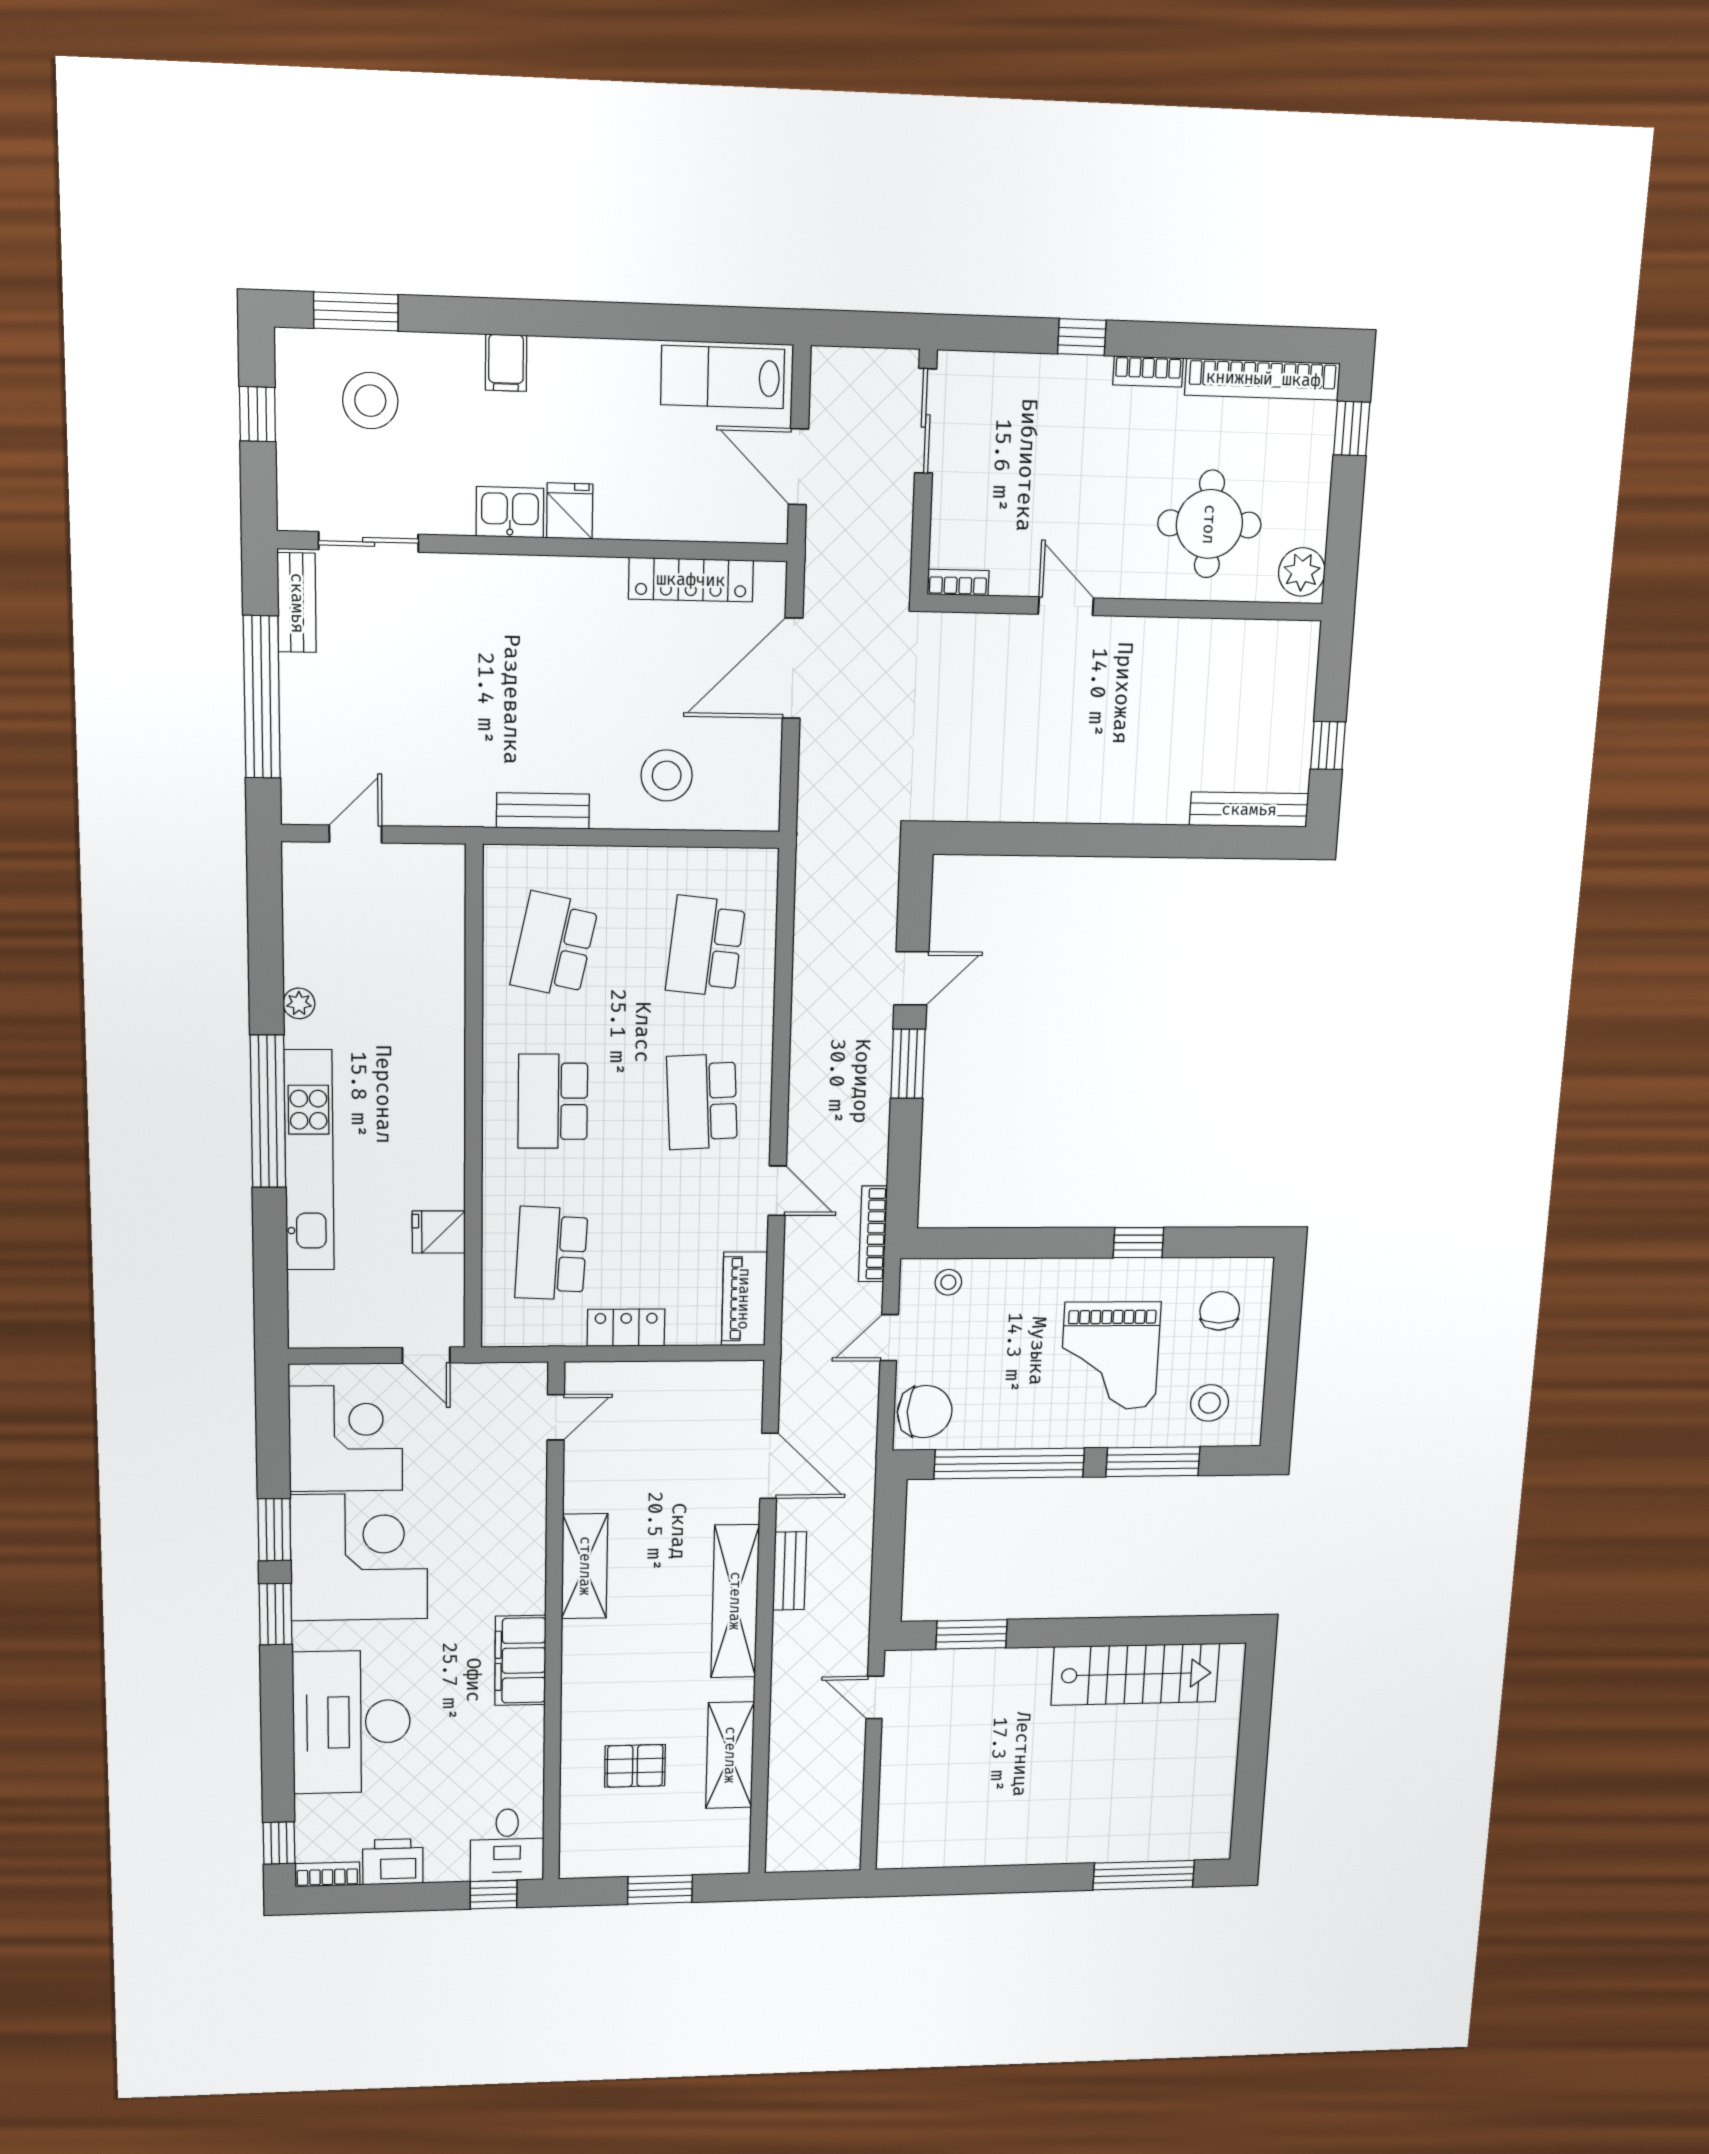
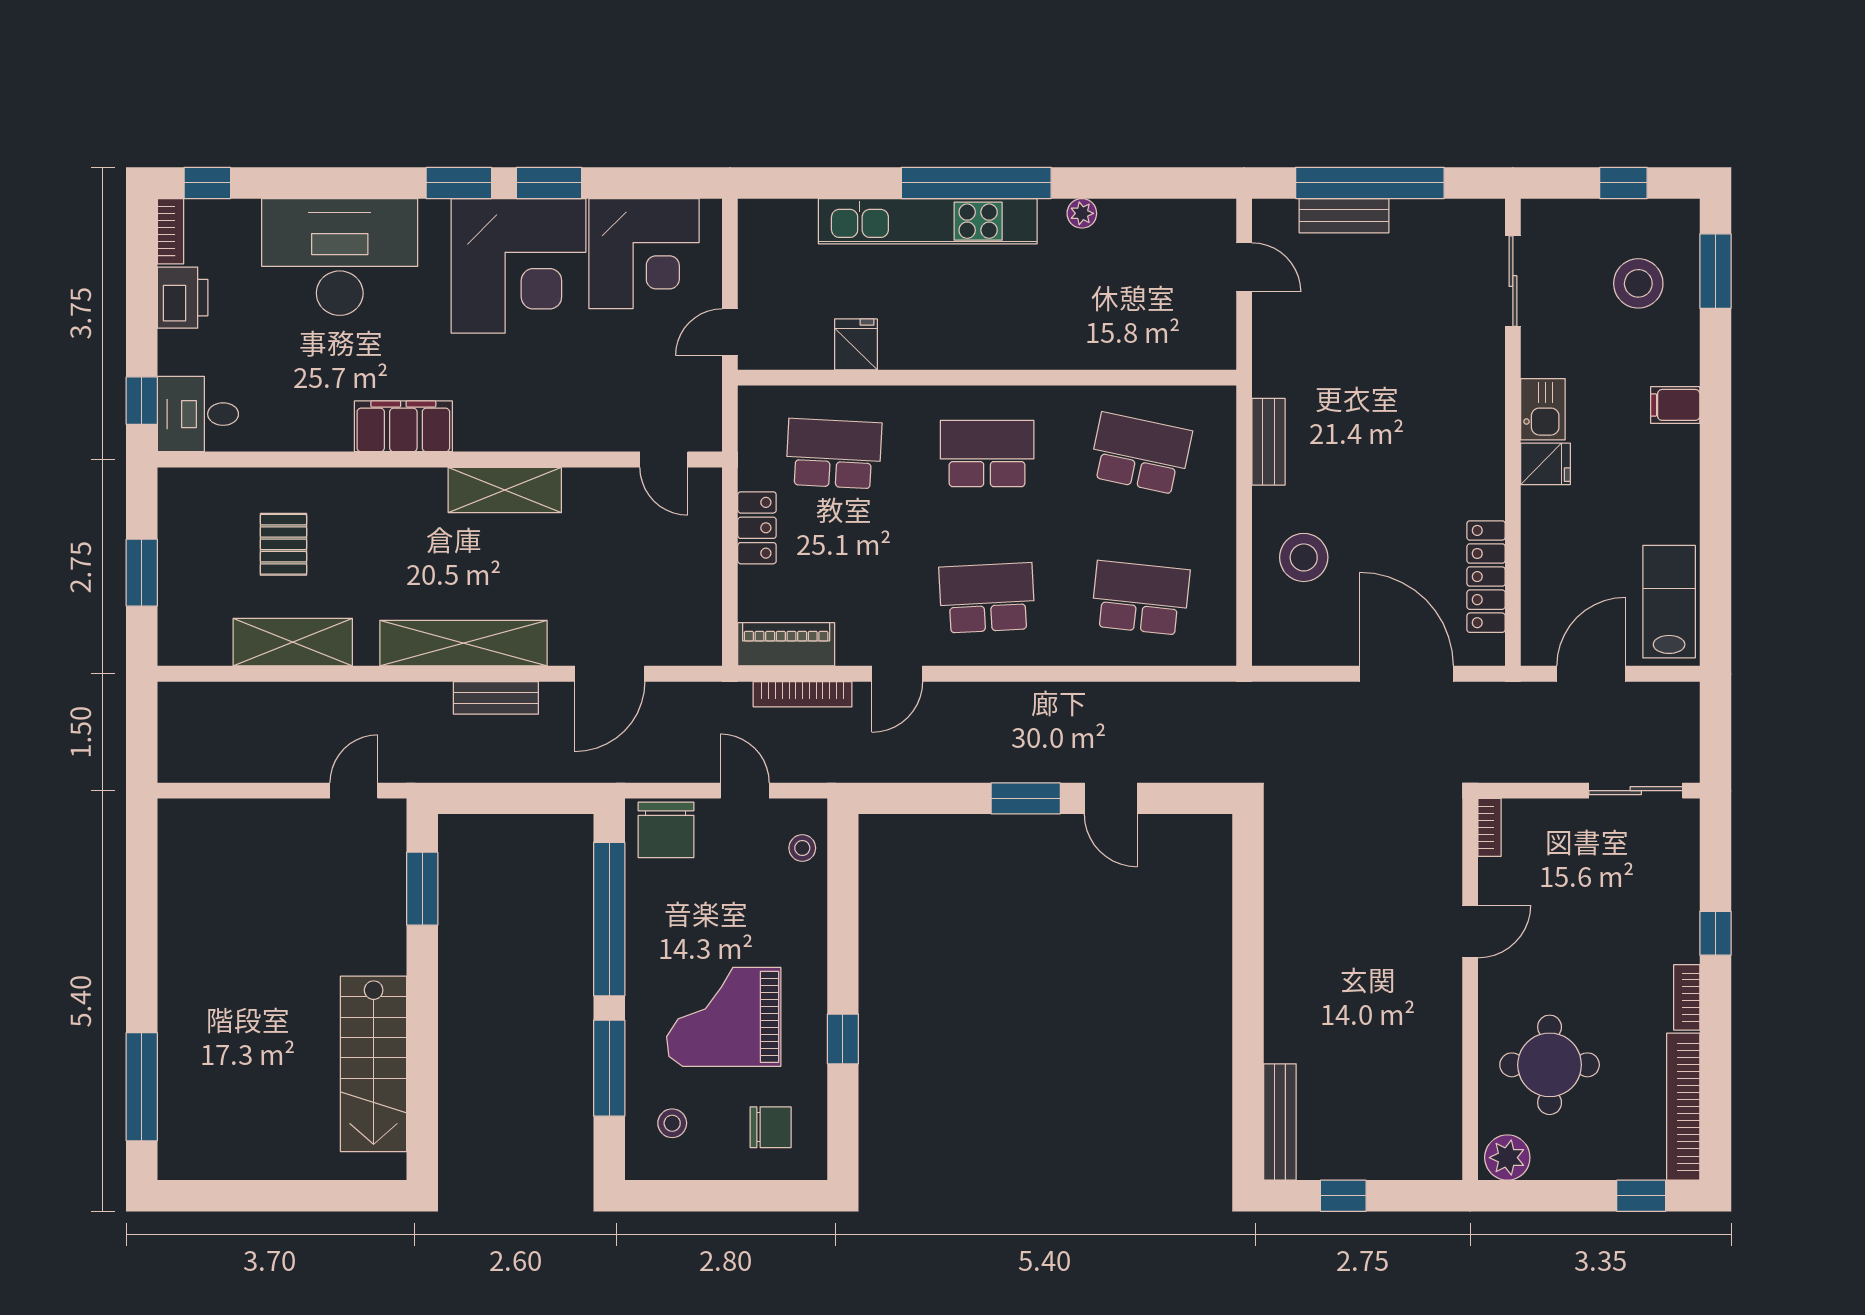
bench: (297, 603) -> (1344, 216), moved
bookcase: (873, 1234) -> (803, 694), moved, turned 180
stool: (1210, 1403) -> (672, 1123), width x0.73, depth x0.73

